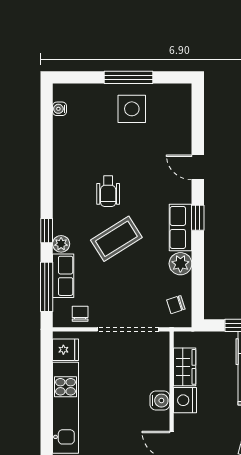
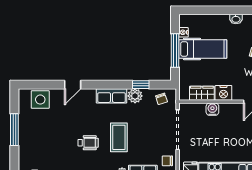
side table: (132, 109) -> (40, 100), moved
window: (198, 218) -> (141, 85), moved
coffee table: (116, 239) -> (119, 137), turned 32
water cooler: (160, 401) -> (212, 109), moved

